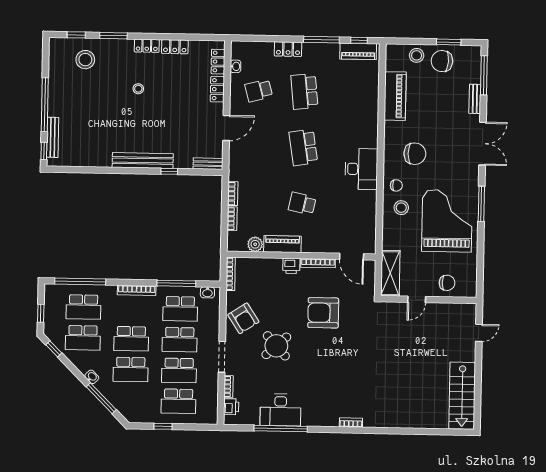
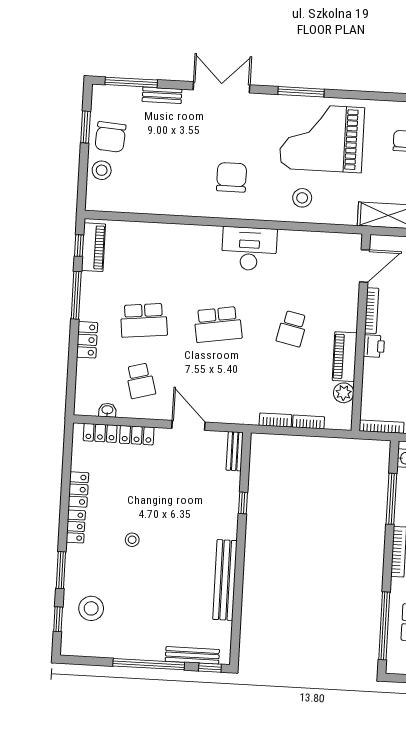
piano: (395, 96) -> (154, 201), removed
bench: (143, 160) -> (225, 580), moved
chair: (396, 185) -> (273, 203), removed

